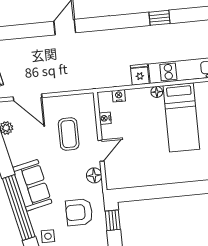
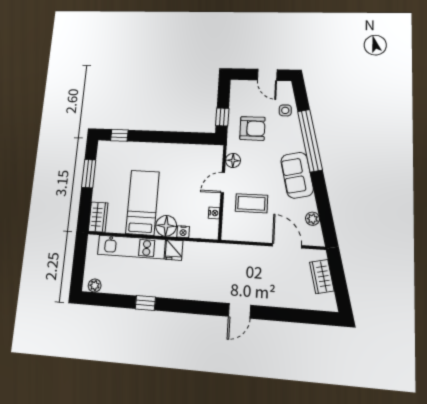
floor lamp: (157, 92) -> (166, 226), width x1.89, depth x1.89
nightstand: (119, 96) -> (183, 232), moved
coffee table: (69, 134) -> (251, 203), turned 90
sofa: (32, 185) -> (297, 175), moved

